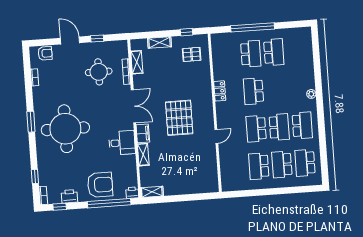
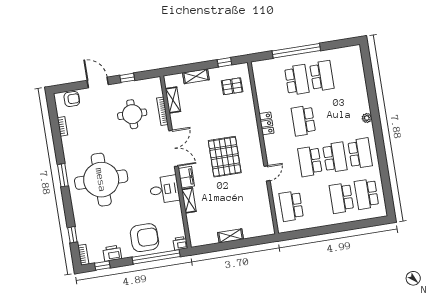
school desk: (259, 166) -> (291, 206), moved
shelving: (152, 192) -> (230, 236), moved

